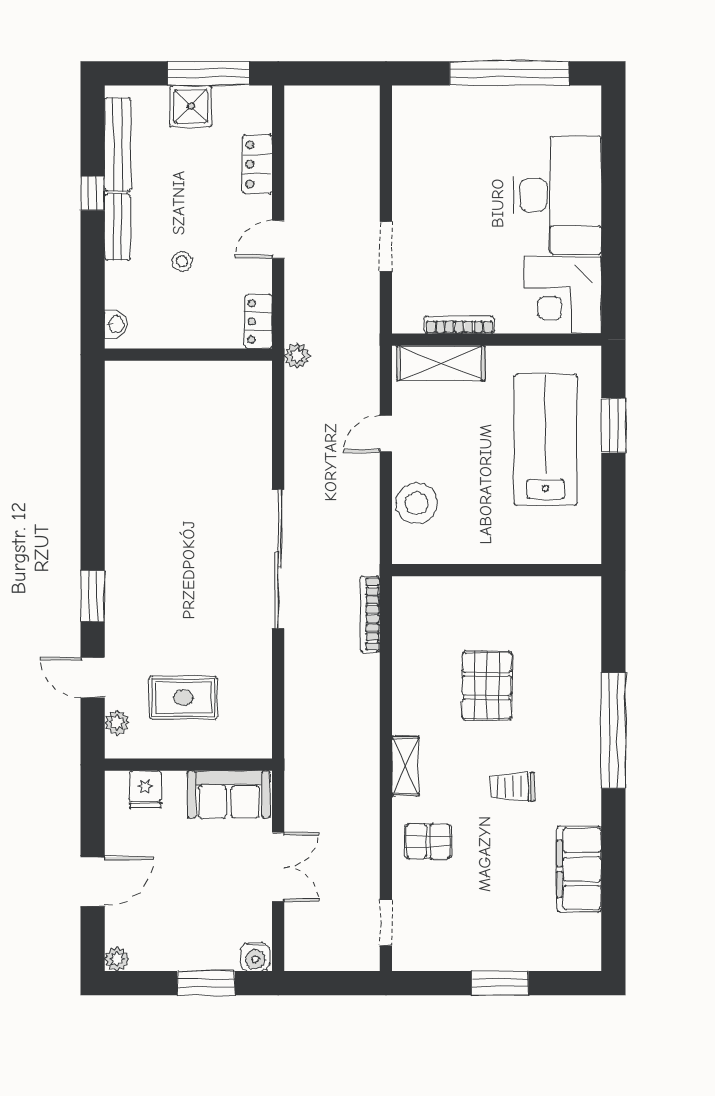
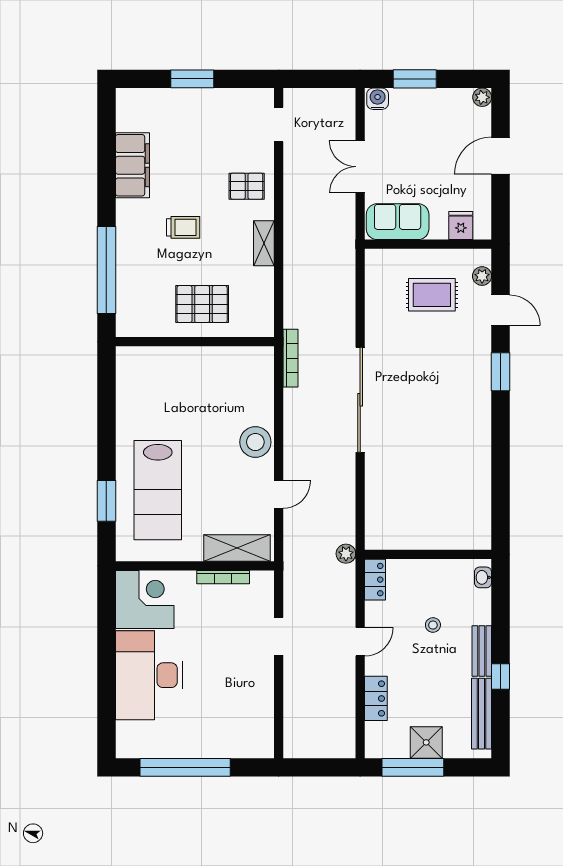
wall: (497, 570) -> (195, 342), moved
pallet: (487, 686) -> (202, 304), turned 90

